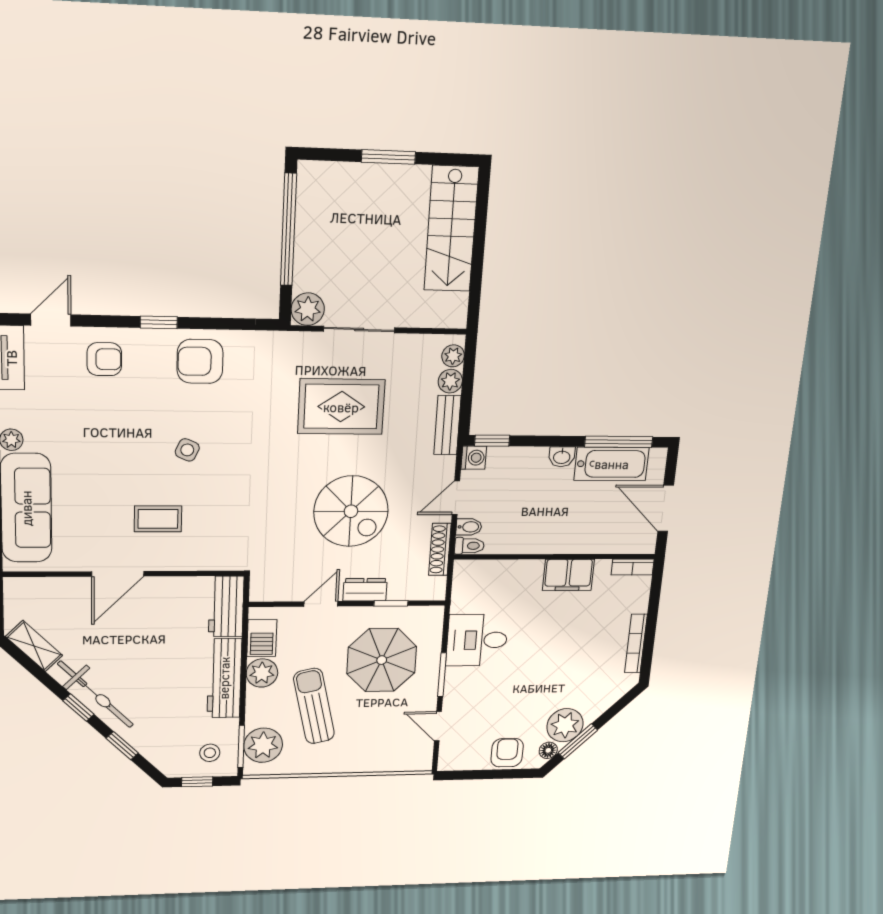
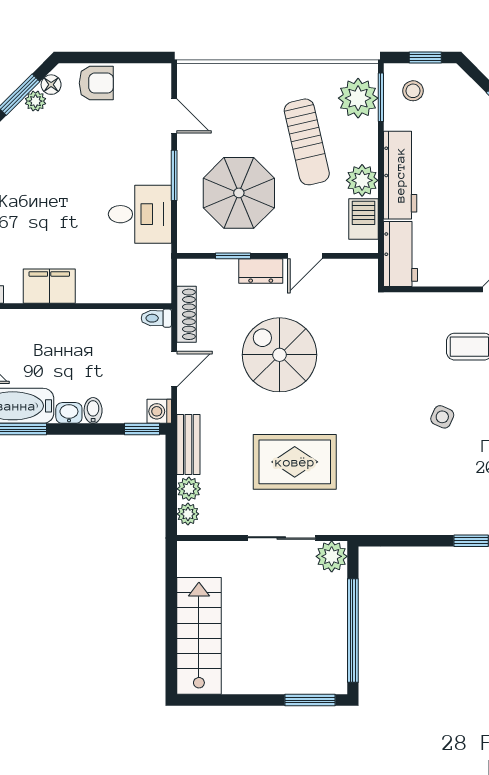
window: (389, 157) -> (310, 700), moved
armchair: (200, 361) -> (432, 504), removed
bidet: (469, 527) -> (93, 410), moved, turned 90
plant: (565, 725) -> (35, 101), width x0.53, depth x0.53
armchair: (507, 753) -> (96, 83), turned -90

